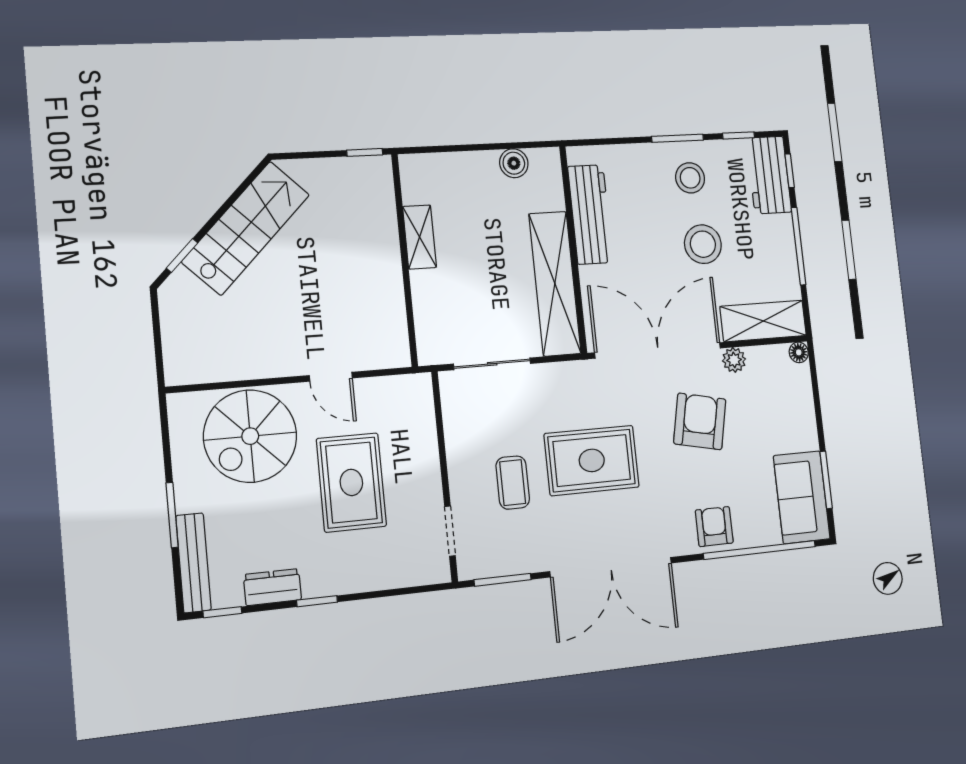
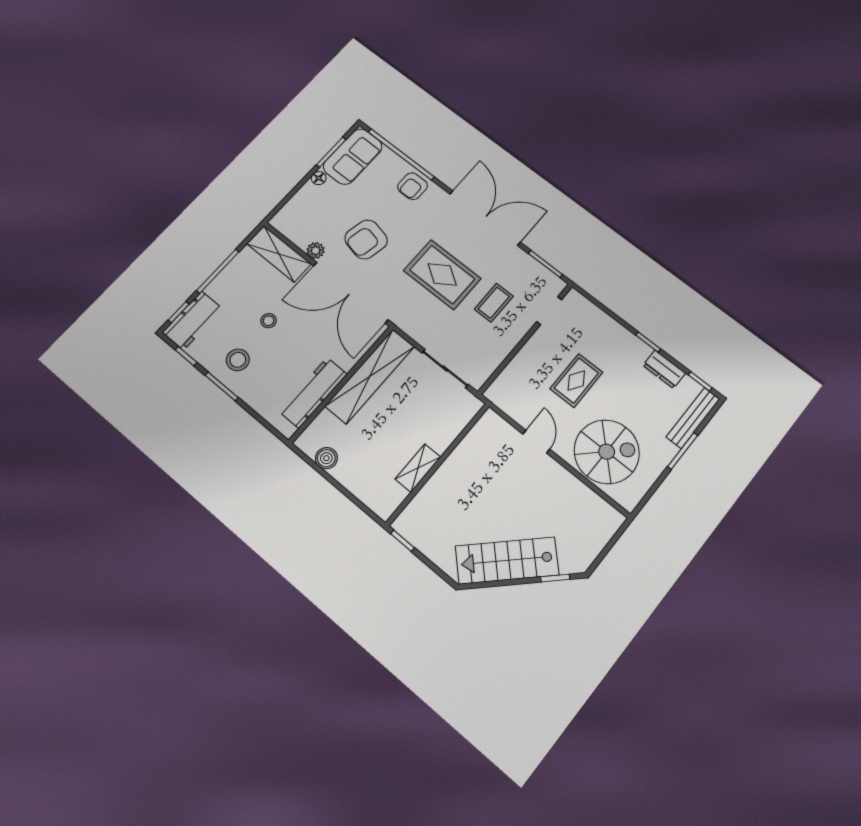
stool: (703, 244) -> (269, 321), width x0.53, depth x0.53
floor lamp: (799, 352) -> (319, 178), moved
rug: (351, 482) -> (576, 381), width x0.73, depth x0.70

